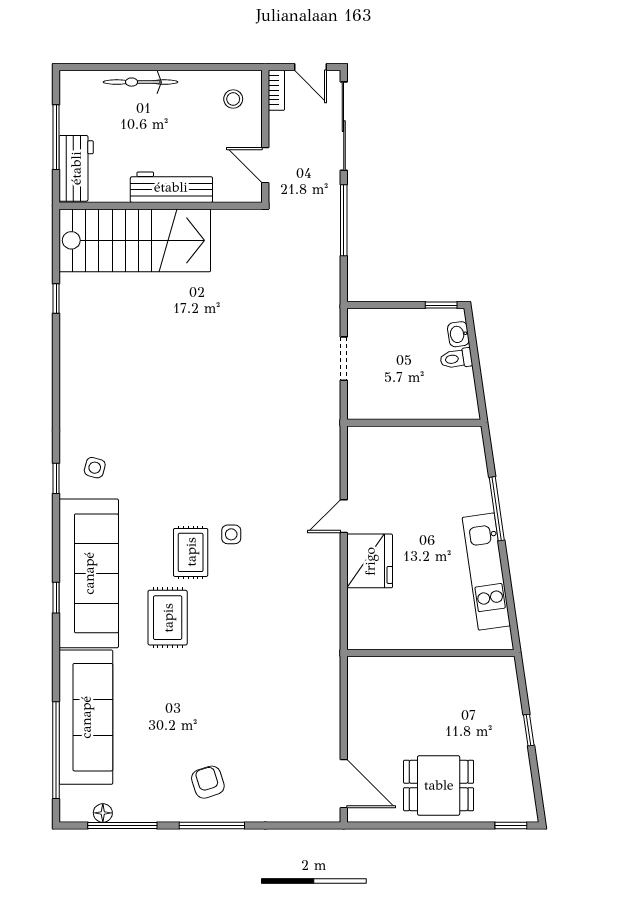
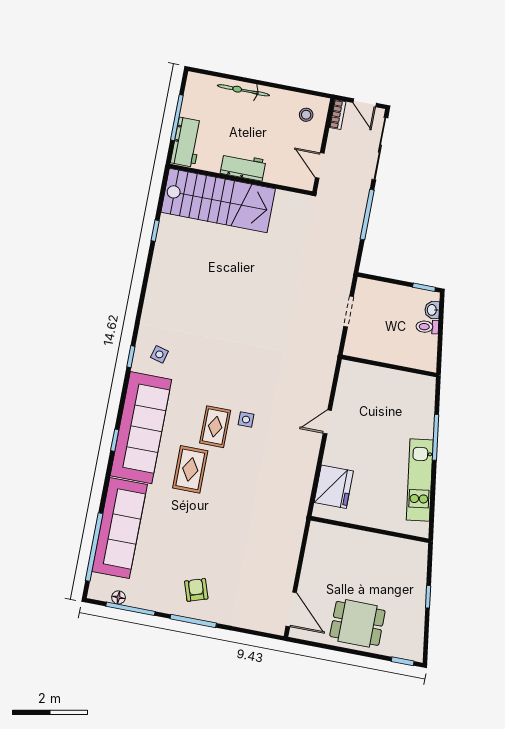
workbench: (171, 187) -> (243, 167), width x0.73
fridge: (370, 561) -> (334, 487), moved

